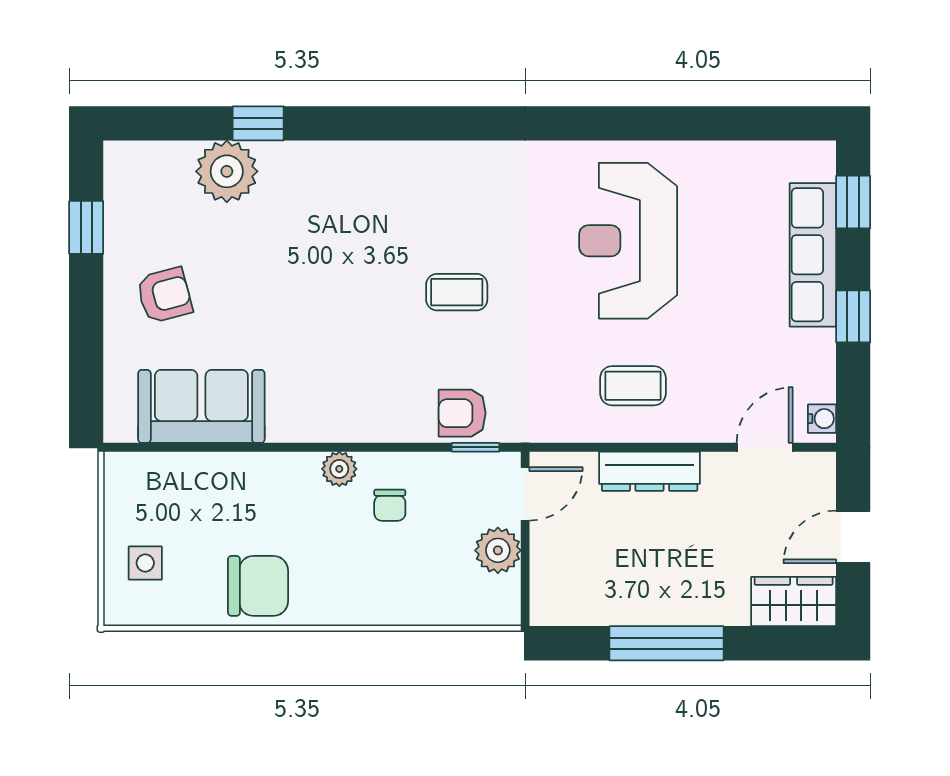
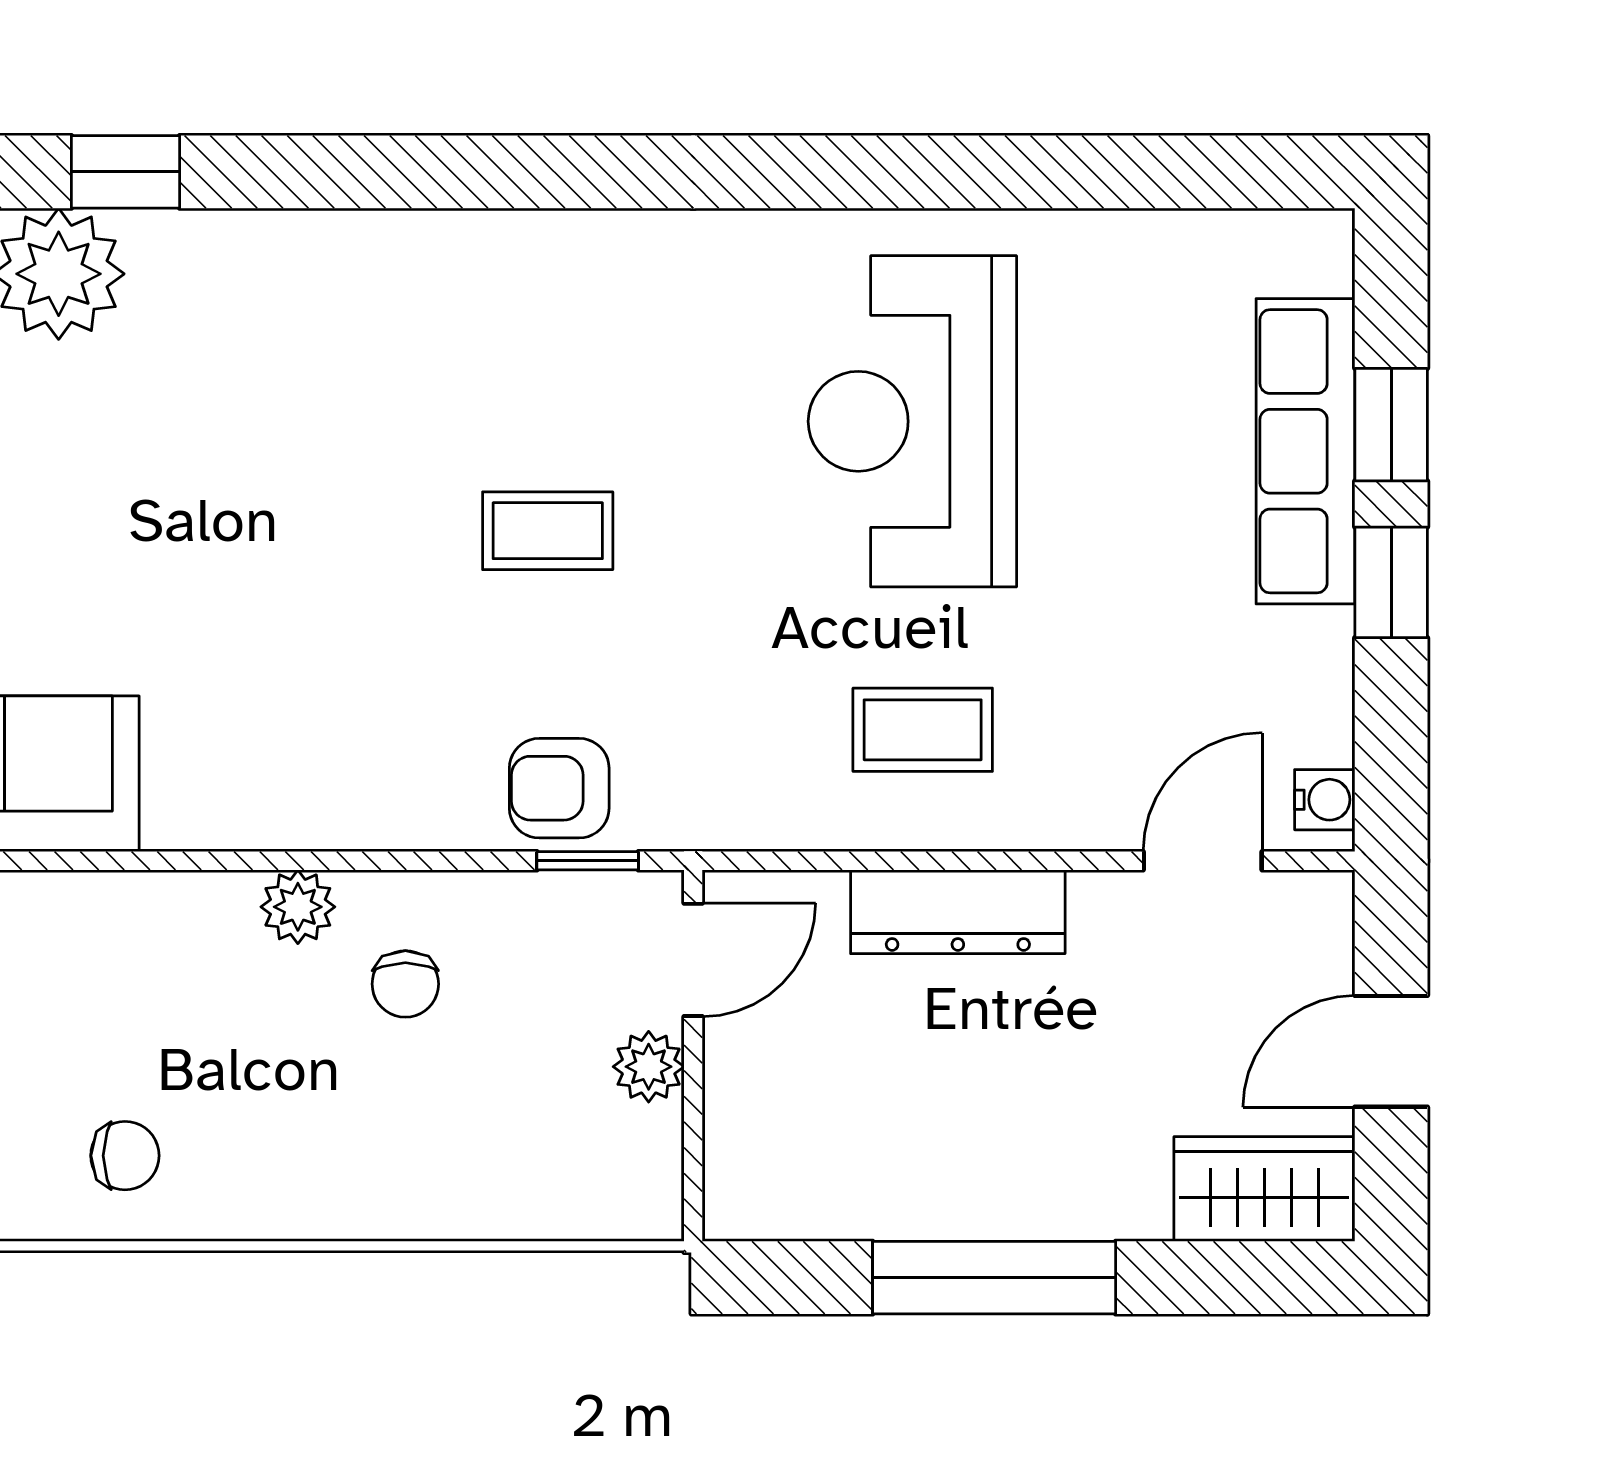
window: (853, 202) -> (1391, 425), moved
plant: (498, 550) -> (649, 1067), width x0.73, depth x0.73
chair: (258, 586) -> (125, 1156), width x0.54, depth x0.54

